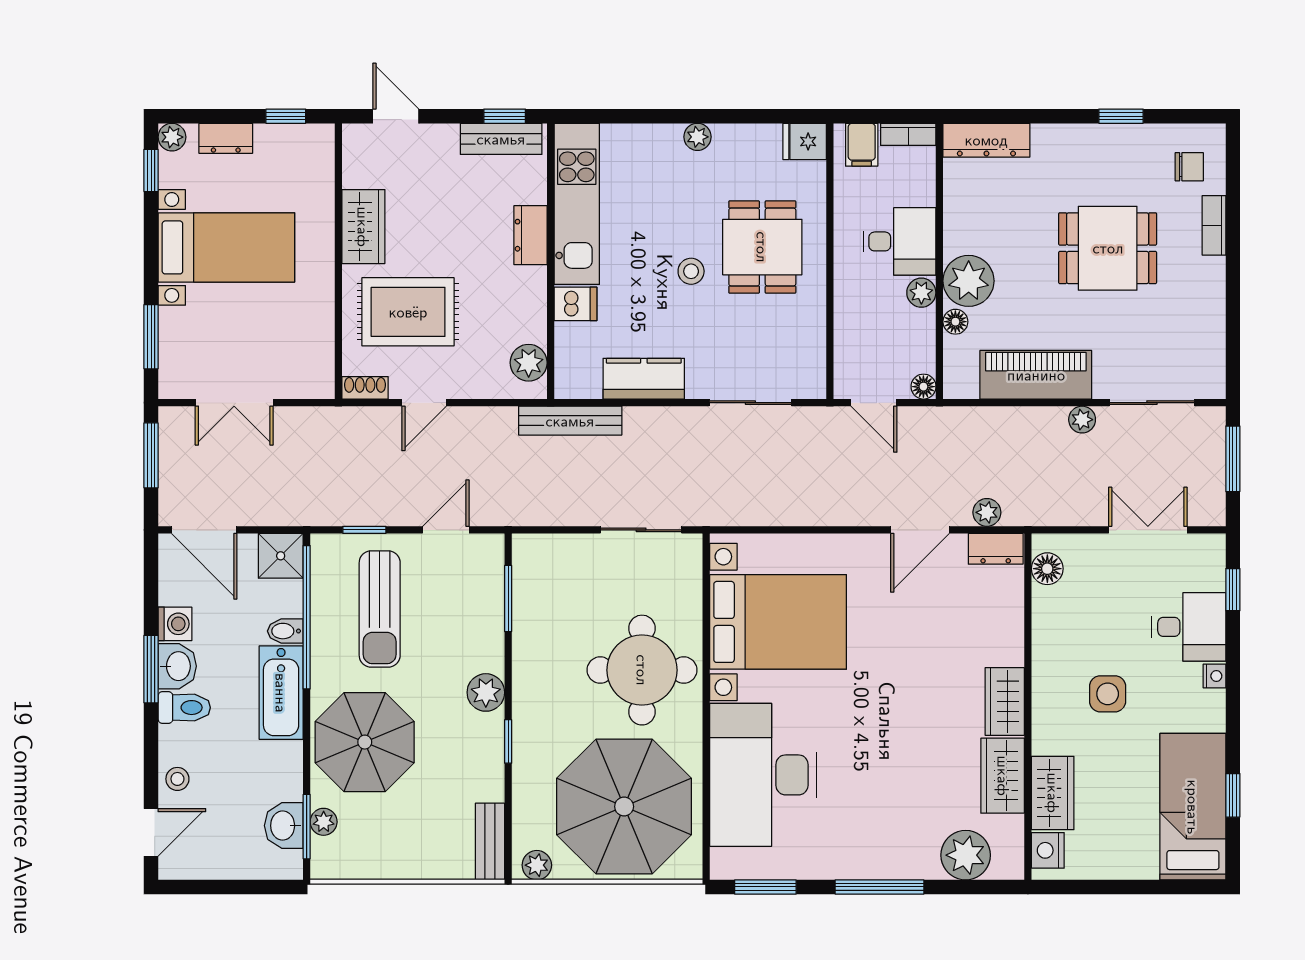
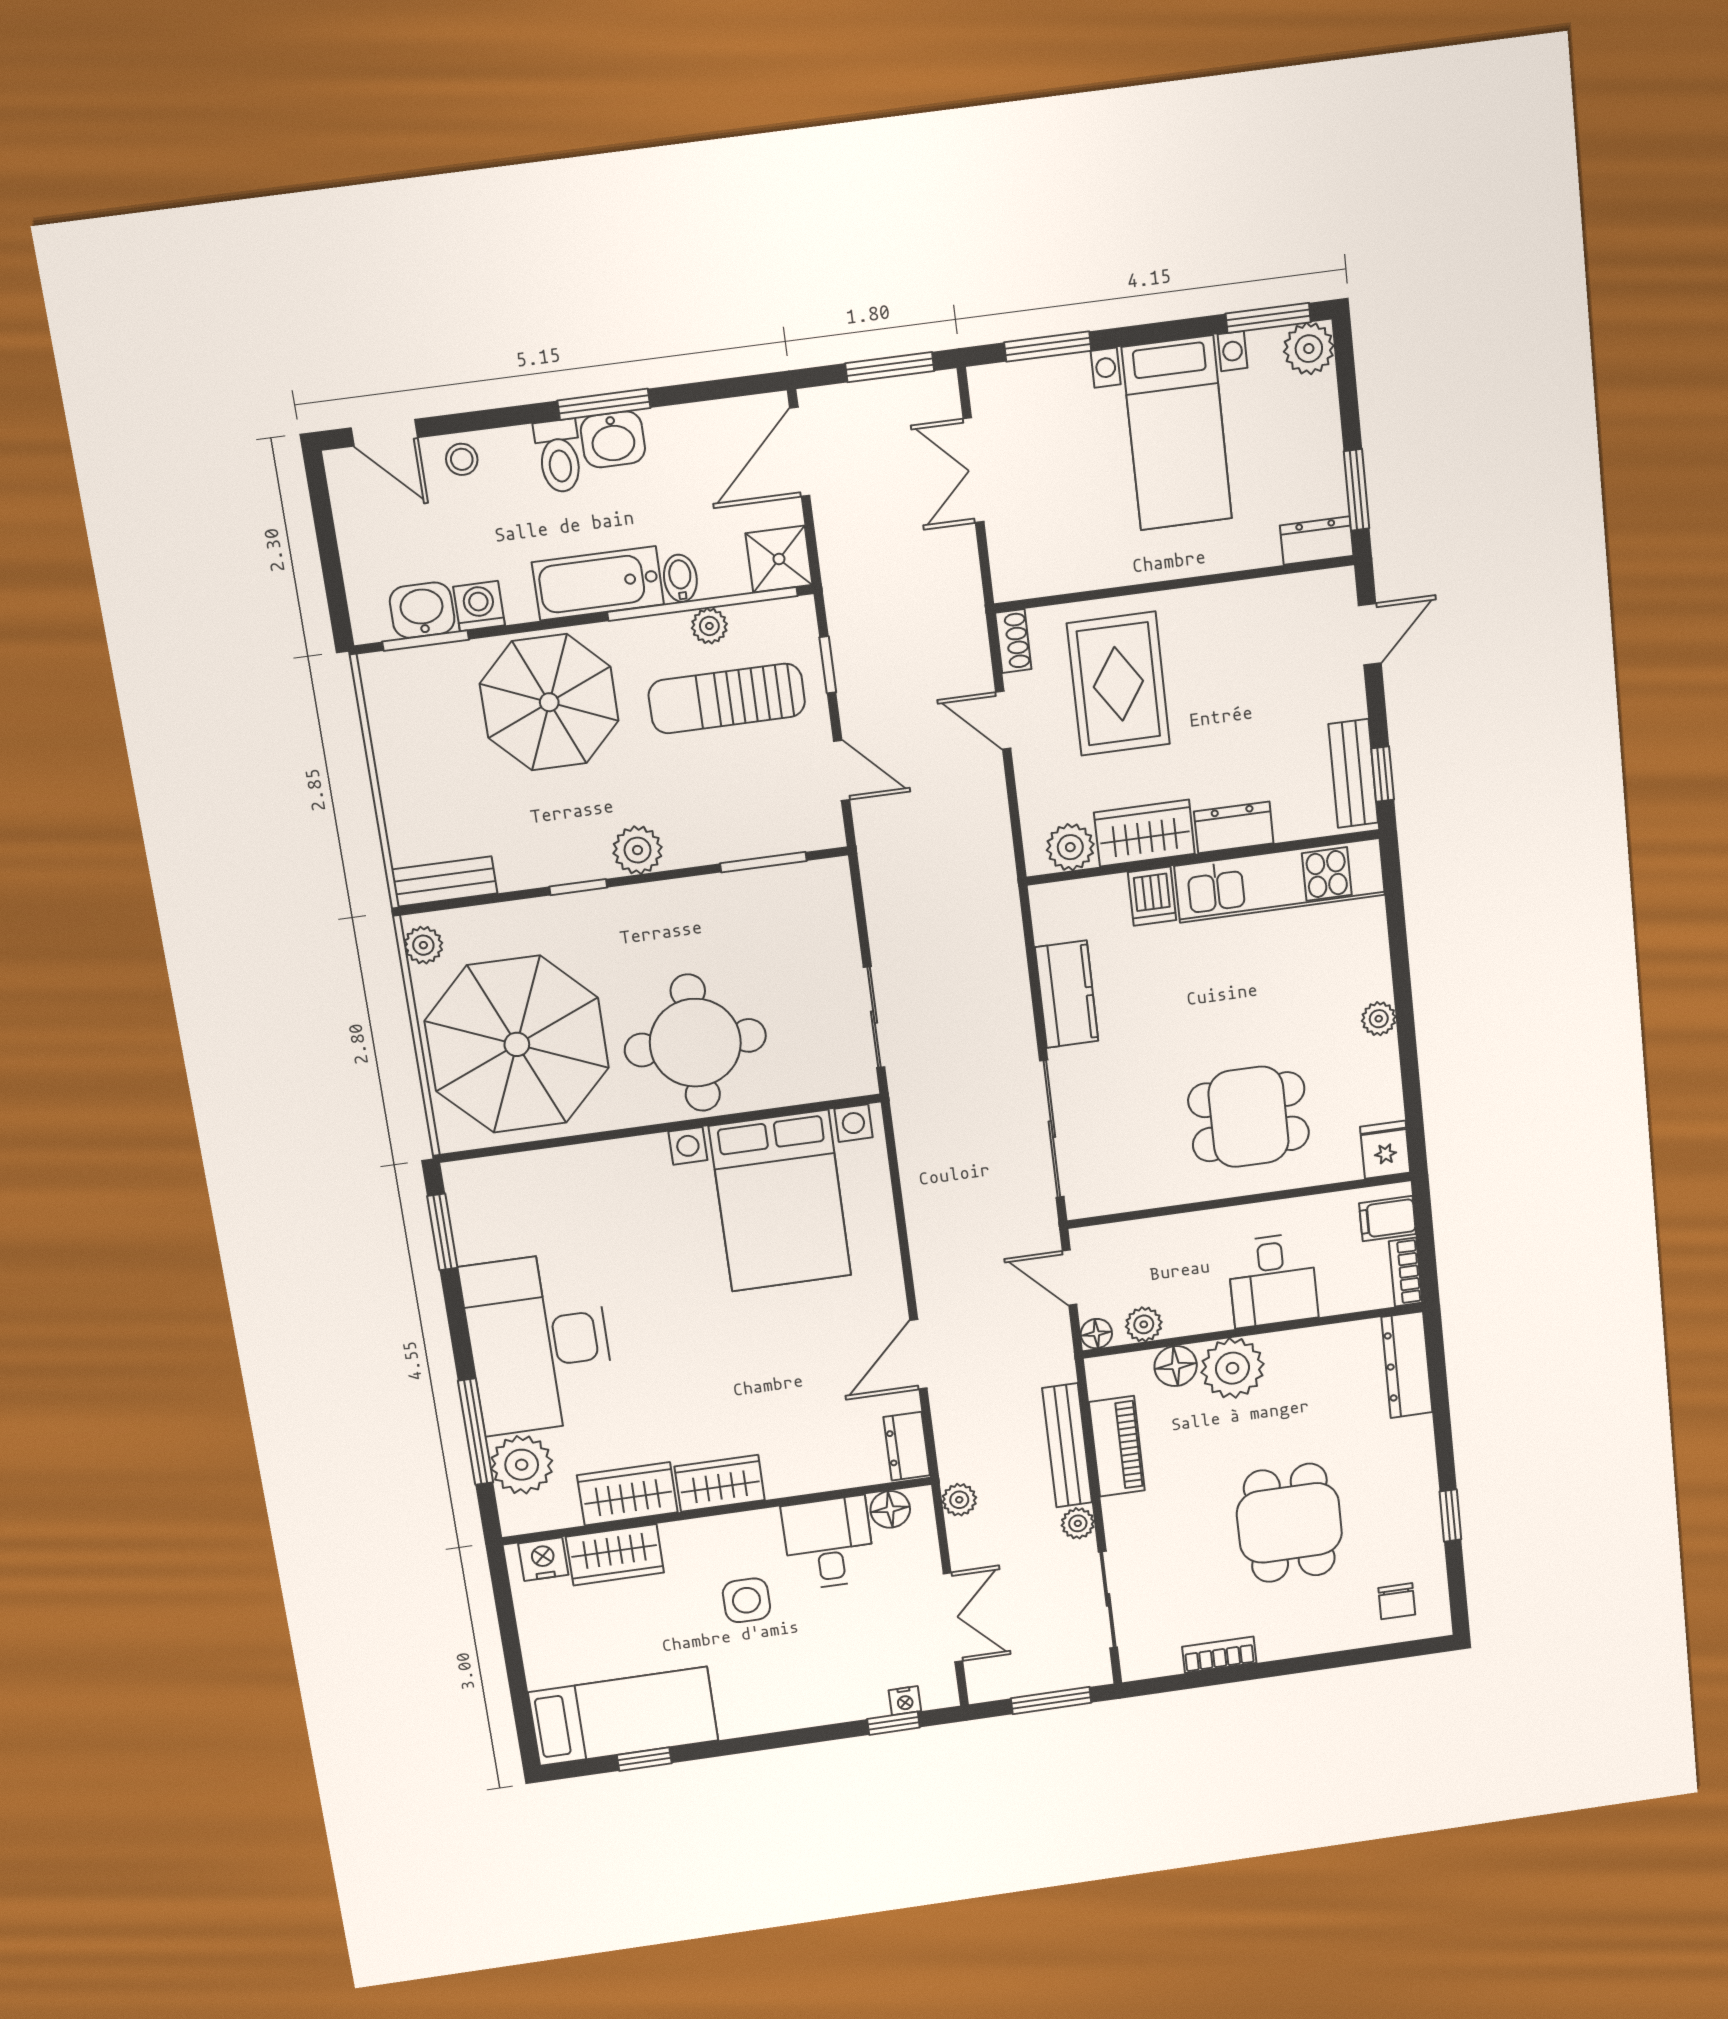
window: (286, 116) -> (1357, 490), width x1.50
plant: (172, 137) -> (1309, 349), width x1.38, depth x1.38
dresser: (226, 138) -> (1317, 541), moved, turned 90
window: (151, 170) -> (1268, 318), width x1.50
bookcase: (1214, 225) -> (1219, 1655), moved
wardrobe: (363, 227) -> (1144, 833), moved, turned 180
stool: (691, 271) -> (1209, 1034), removed
plant: (921, 293) -> (1144, 1324), moved
floor lamp: (955, 322) -> (1176, 1366), width x1.37, depth x1.37
piano: (1036, 375) -> (1117, 1446), width x0.73, depth x0.75
sliding door: (750, 403) -> (1052, 1129), width x1.37
door: (874, 403) -> (1070, 1278), hinge flipped
bench: (570, 421) -> (1067, 1445), moved
plant: (987, 512) -> (959, 1500), moved
door: (920, 530) -> (918, 1354), hinge flipped
washing machine: (175, 624) -> (479, 606), moved, turned 180
desk: (1189, 627) -> (828, 1543), moved, turned 180
nightstand: (1215, 676) -> (905, 1701), moved
desk: (763, 775) -> (539, 1343), moved, turned -90
plant: (324, 822) -> (709, 626), moved
window: (879, 887) -> (476, 1432), moved

